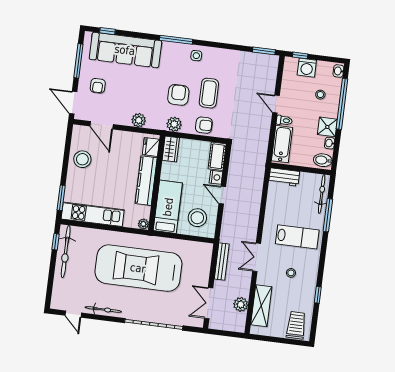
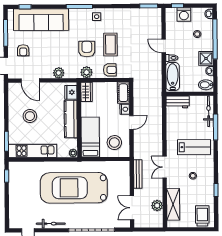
stool: (82, 159) -> (30, 116), moved
door: (222, 195) -> (131, 122), swing flipped
bicycle: (66, 252) -> (15, 183), removed

